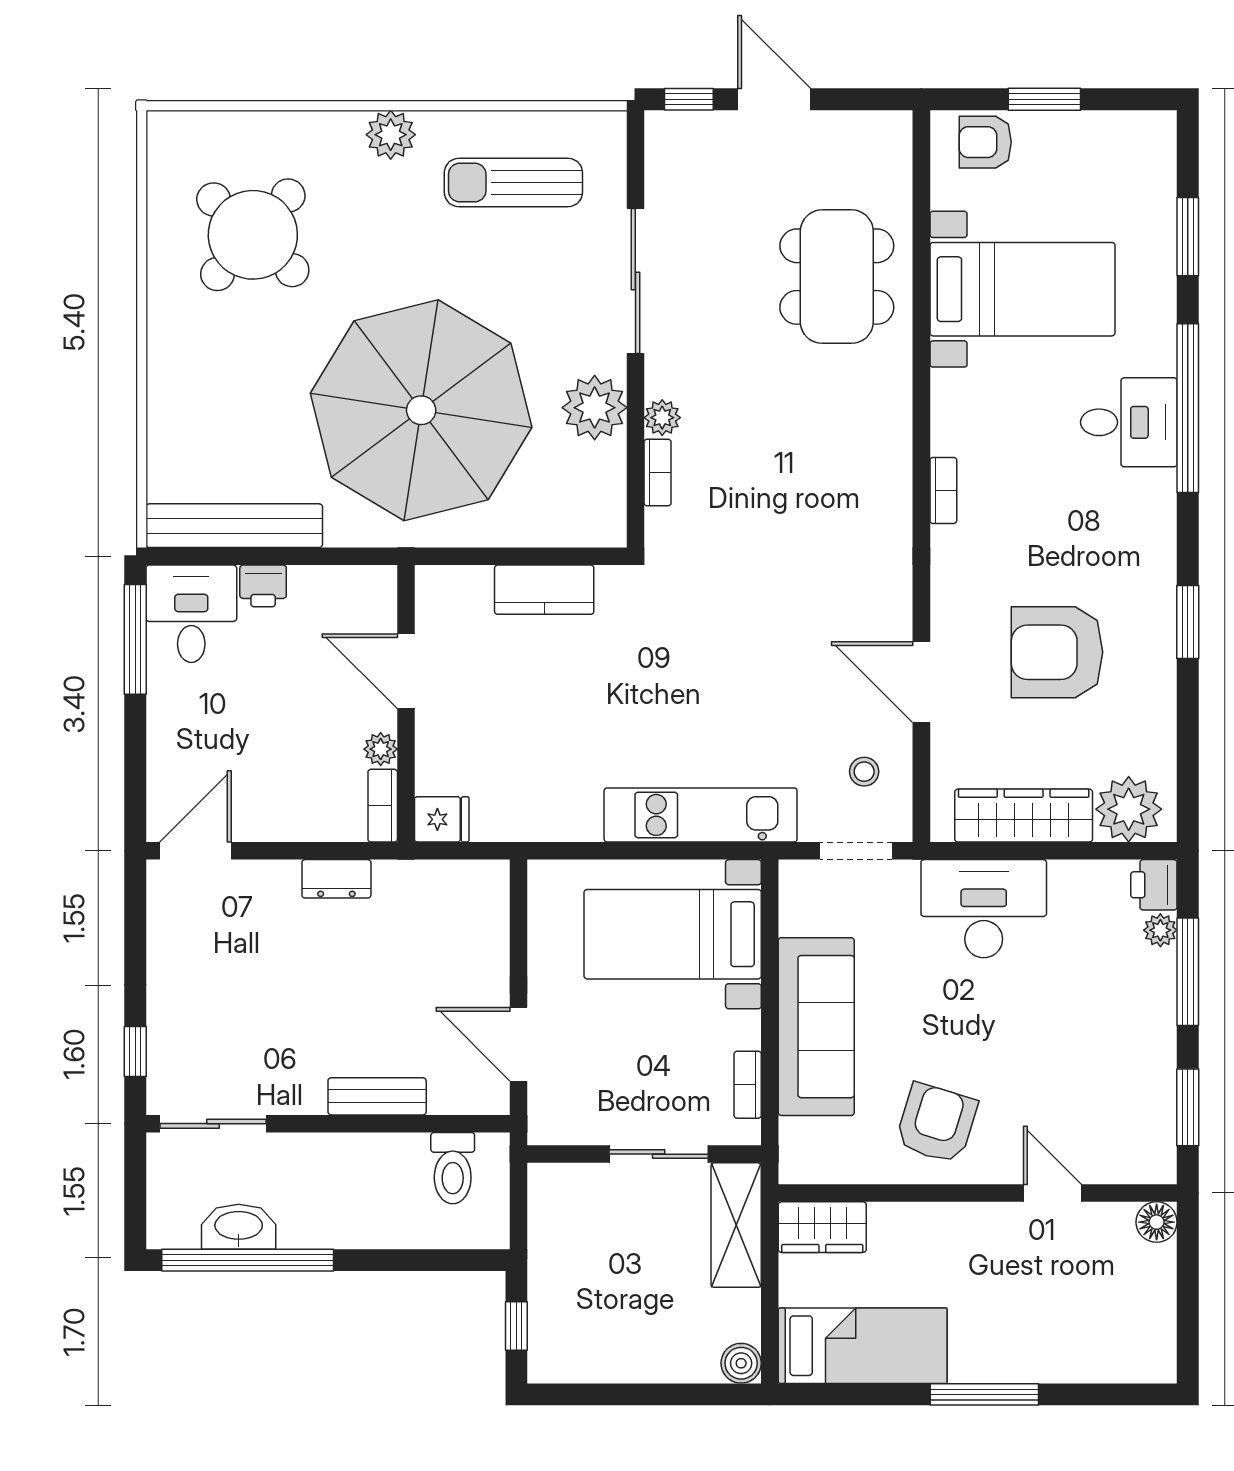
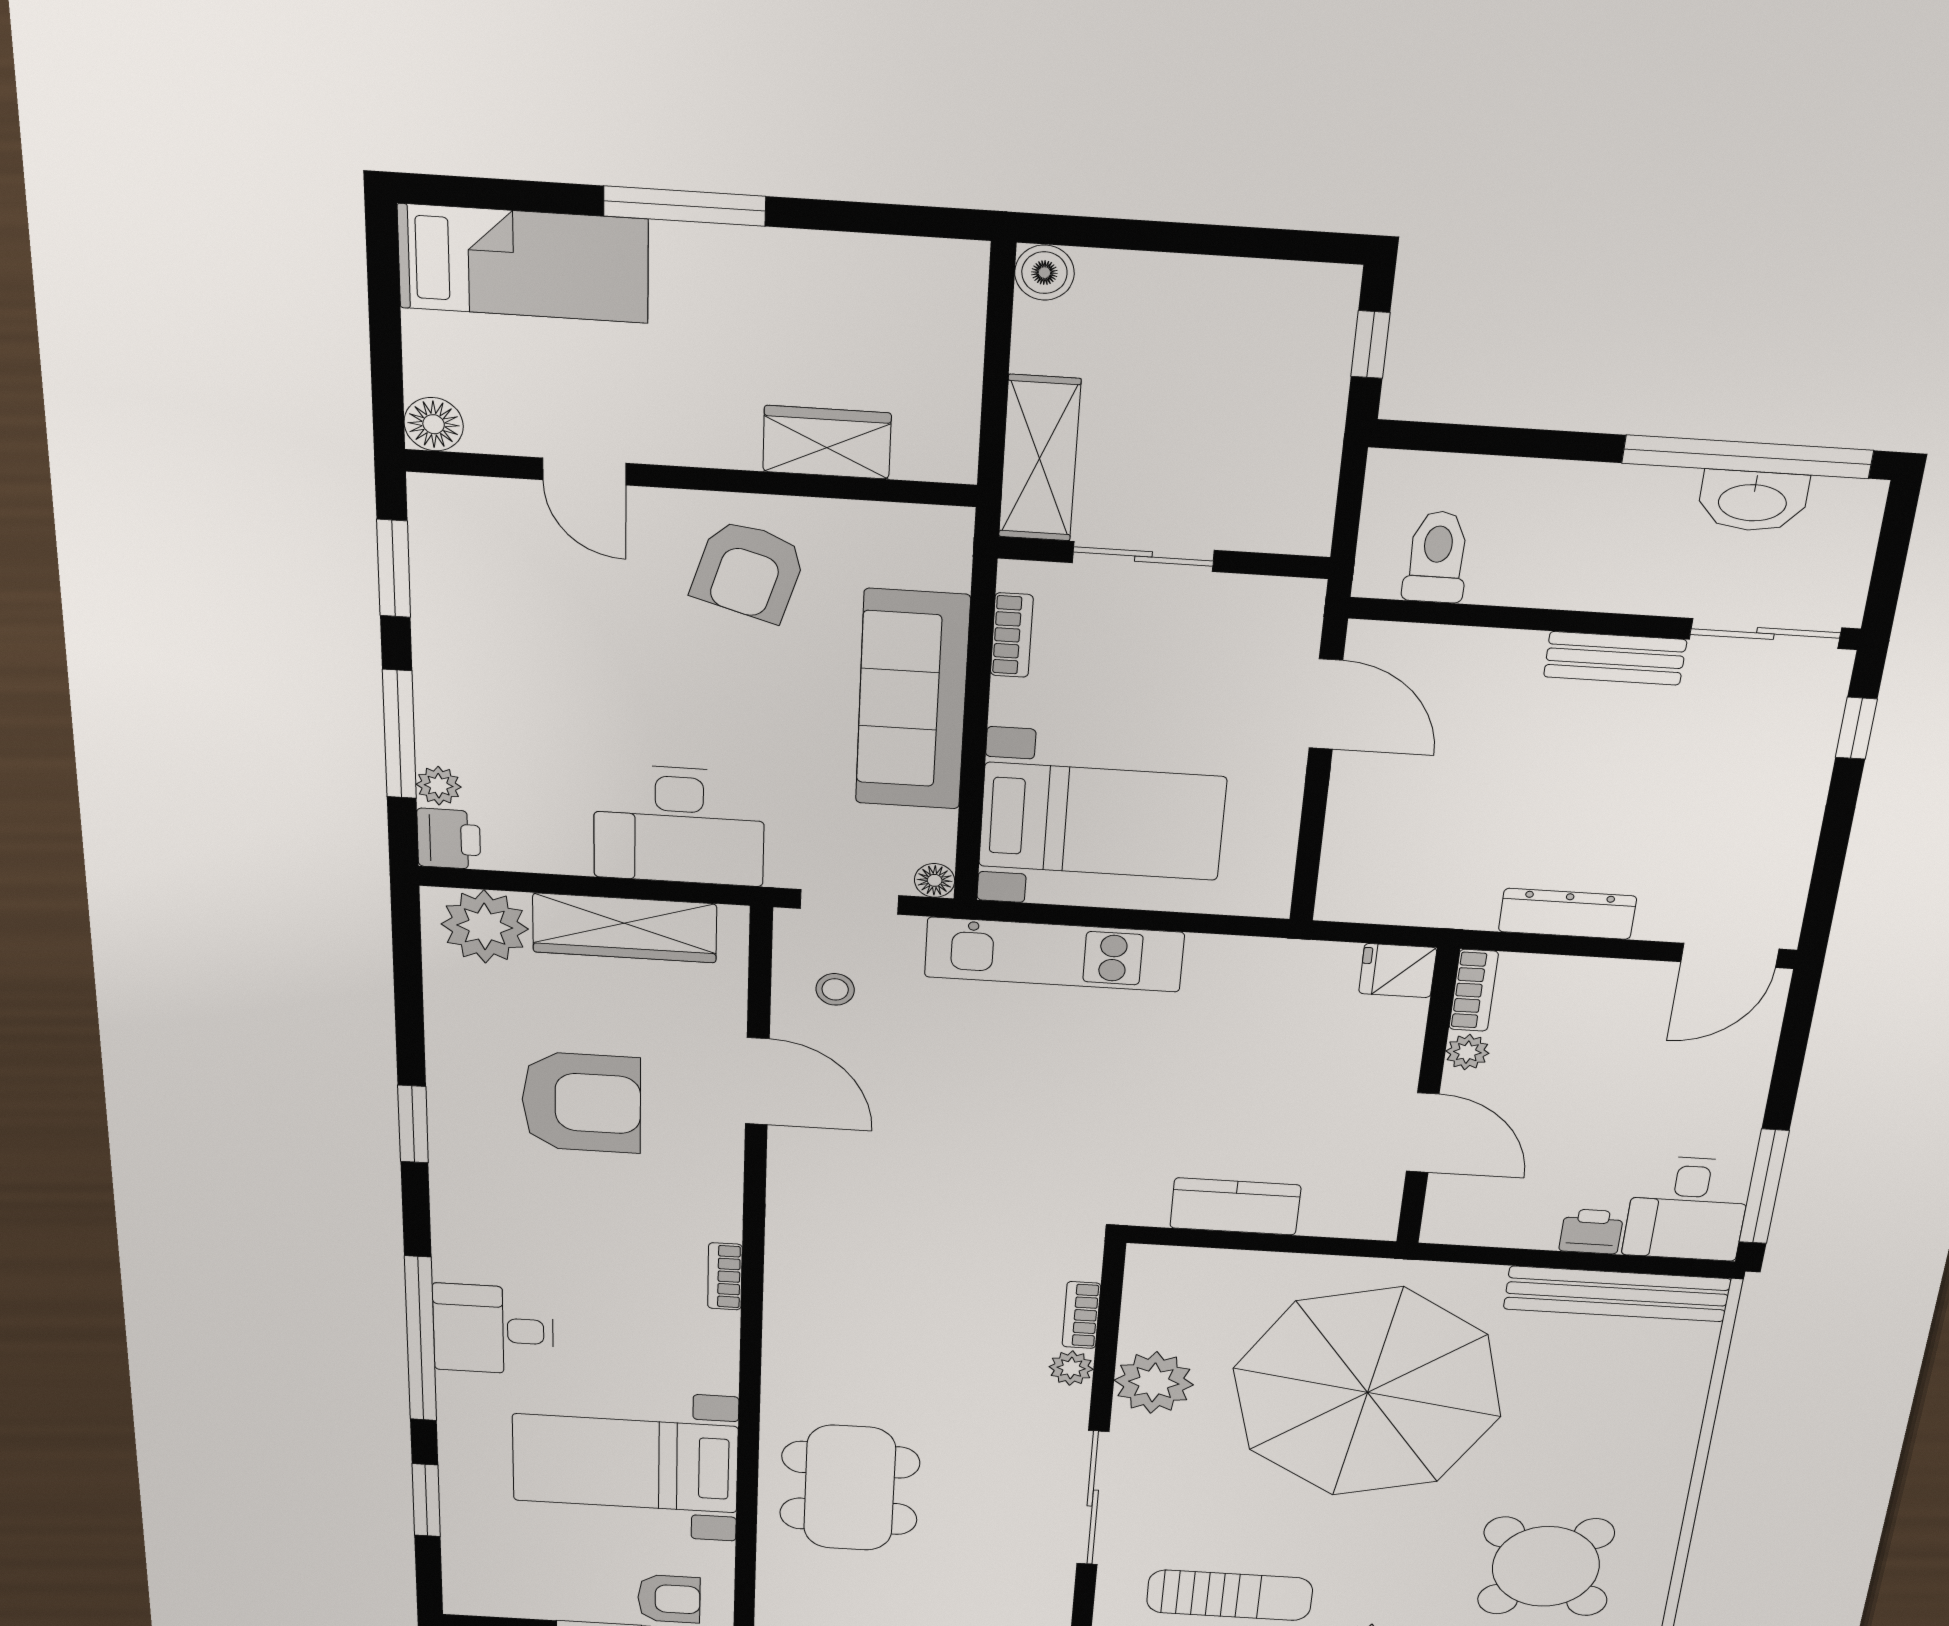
floor lamp: (793, 874) -> (935, 880), added
dresser: (336, 879) -> (1567, 914), width x1.44
bench: (377, 1096) -> (1615, 658), moved
wardrobe: (822, 1227) -> (827, 442), moved
bed: (863, 1346) -> (523, 264), moved, turned 180

